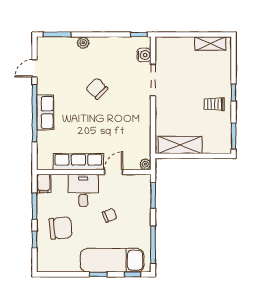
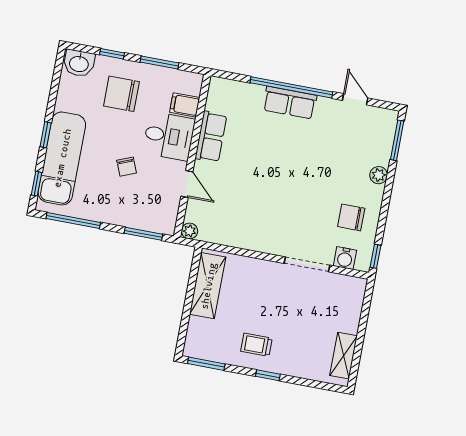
chair: (97, 89) -> (351, 217), moved, turned -134
trolley: (214, 104) -> (257, 345), turned -90
row of seats: (78, 162) -> (211, 137), width x0.68
filing cabinet: (44, 184) -> (185, 105), moved
chair: (61, 228) -> (121, 94), turned 96
washbasin: (45, 261) -> (79, 63), added

